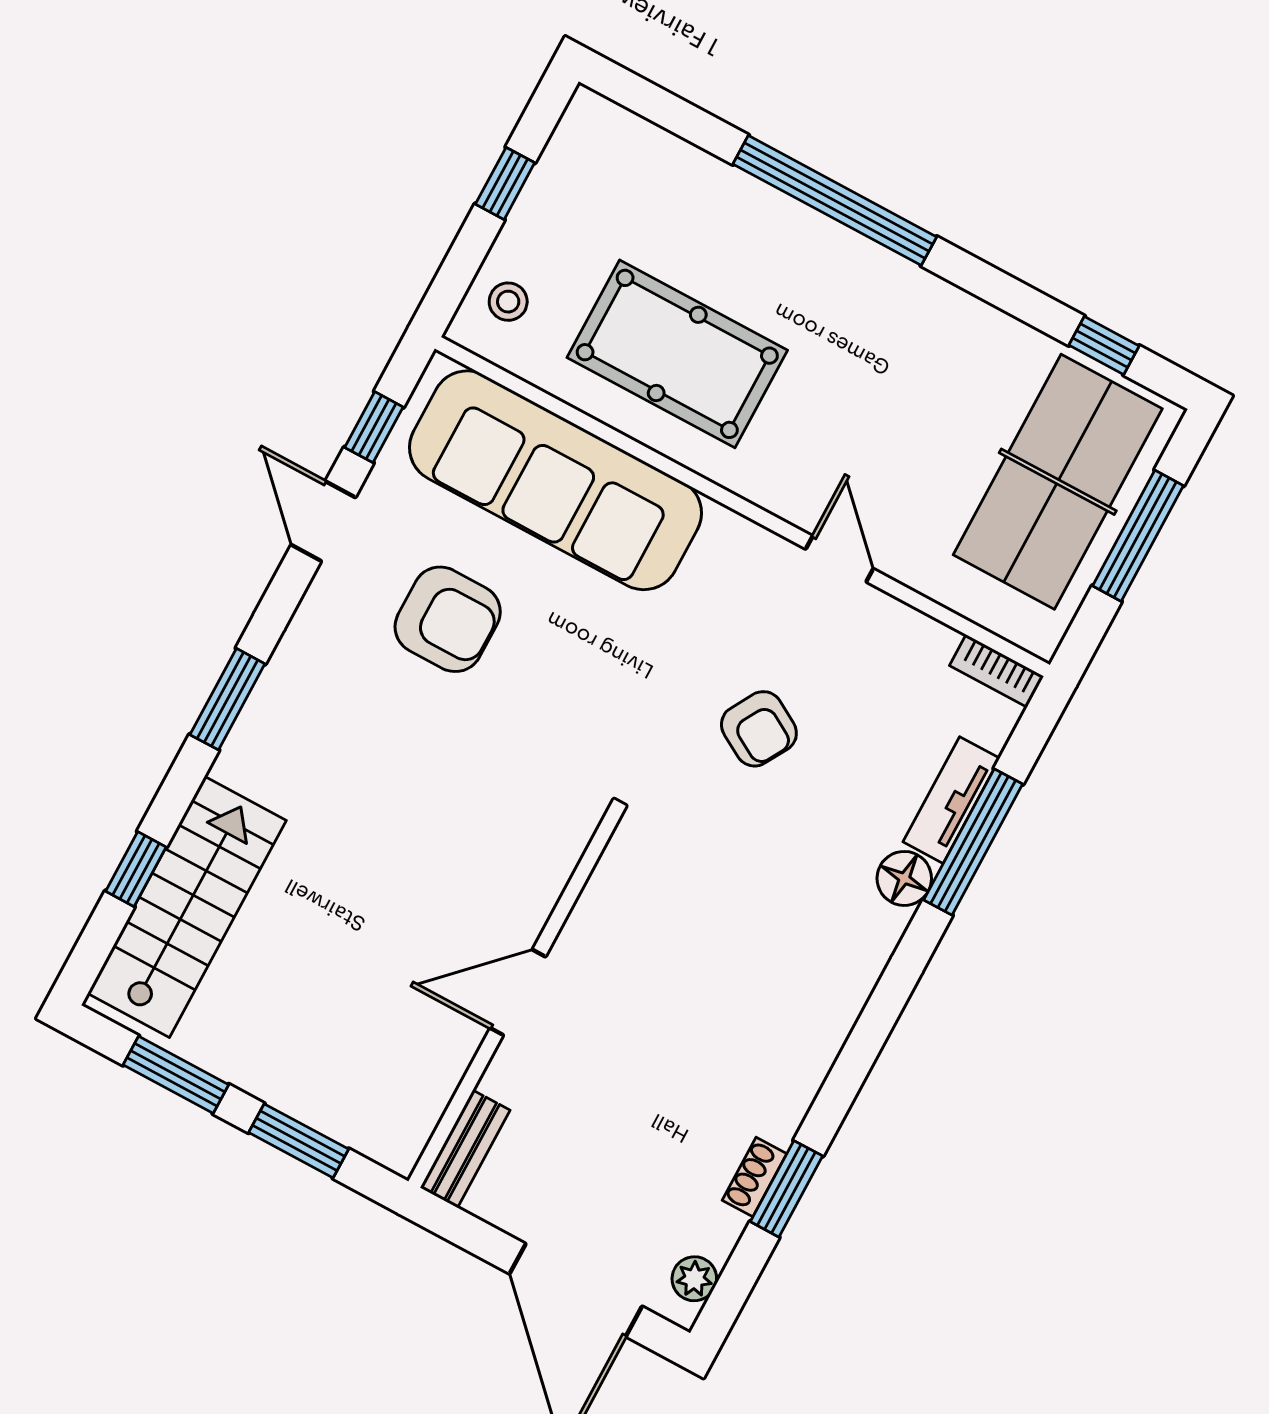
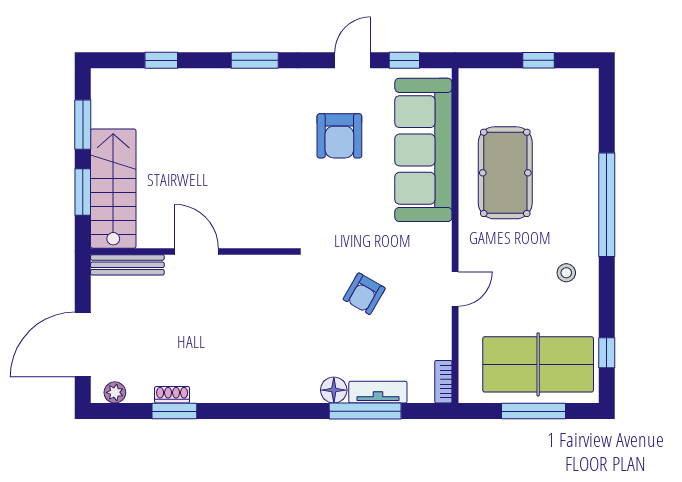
stool: (508, 302) -> (566, 273), moved
stairs: (187, 907) -> (113, 189), moved, turned -90
bench: (465, 1149) -> (127, 265), width x1.36

